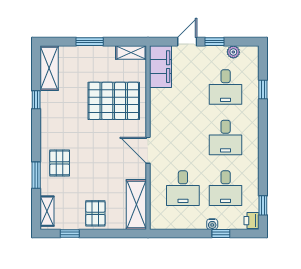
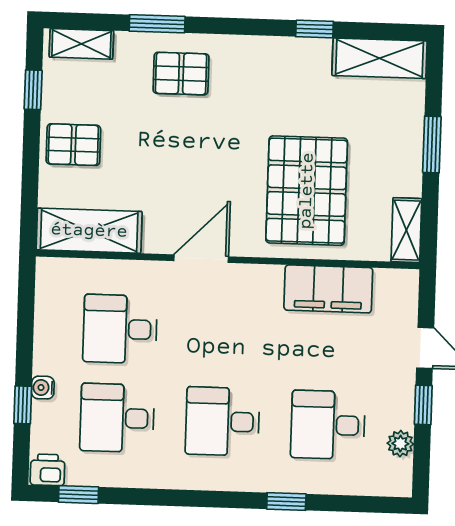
filing cabinet: (160, 67) -> (328, 289), moved
window: (263, 89) -> (286, 502), moved

